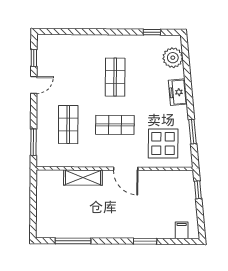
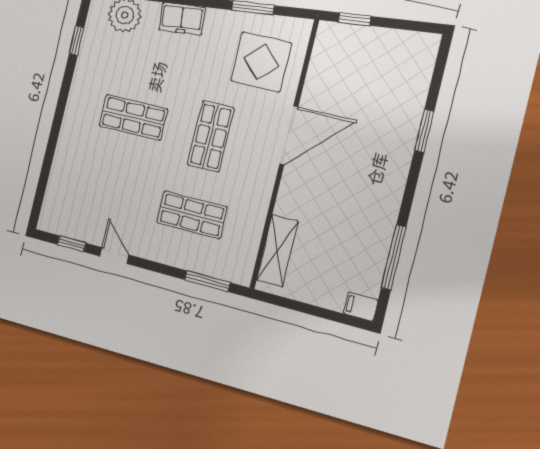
door: (126, 169) -> (289, 135), width x1.36
shelving: (83, 178) -> (277, 251), moved
filing cabinet: (182, 230) -> (361, 307), moved

